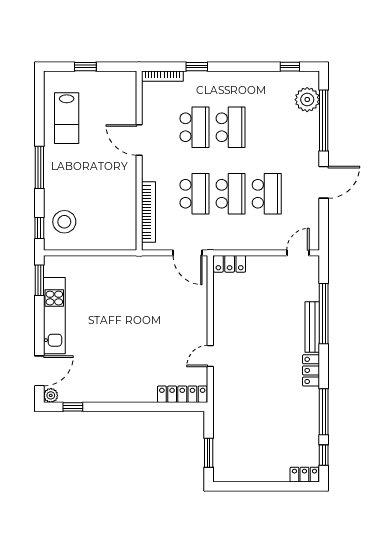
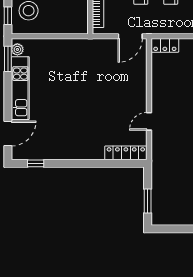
door: (188, 253) -> (130, 36), hinge flipped
plant: (51, 395) -> (17, 49), moved

